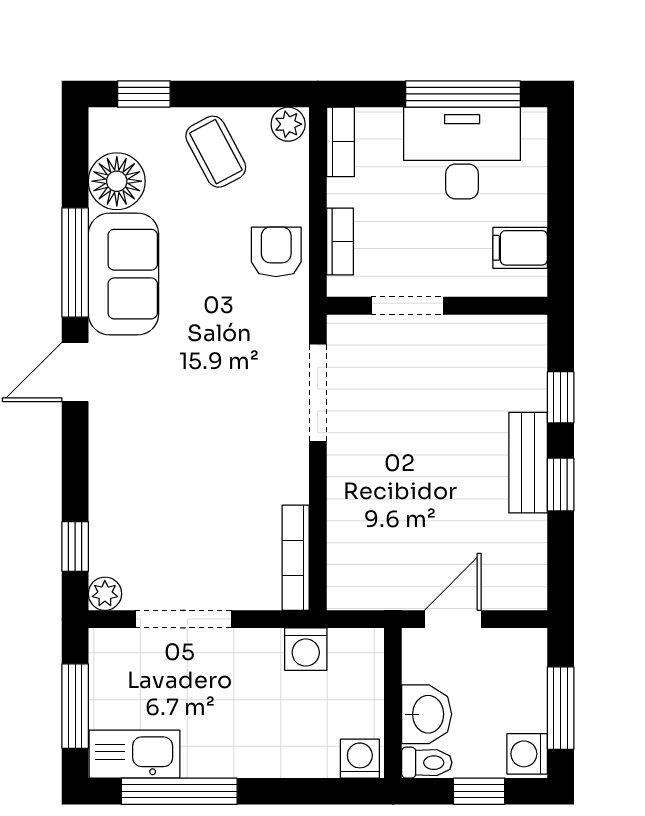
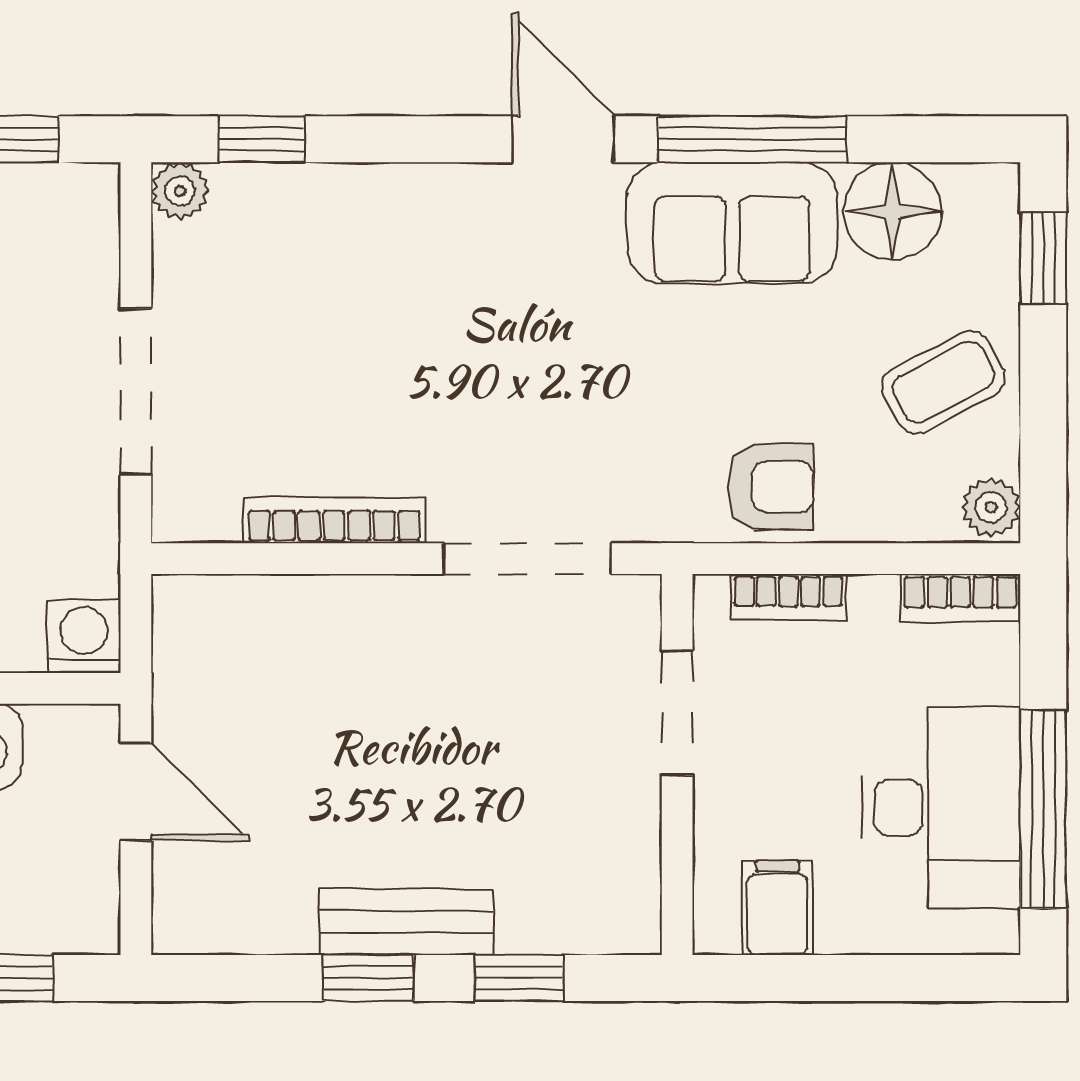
bookcase: (296, 558) -> (334, 520), moved
doorway: (183, 619) -> (136, 391), moved
washing machine: (306, 649) -> (84, 636), moved, turned 90

